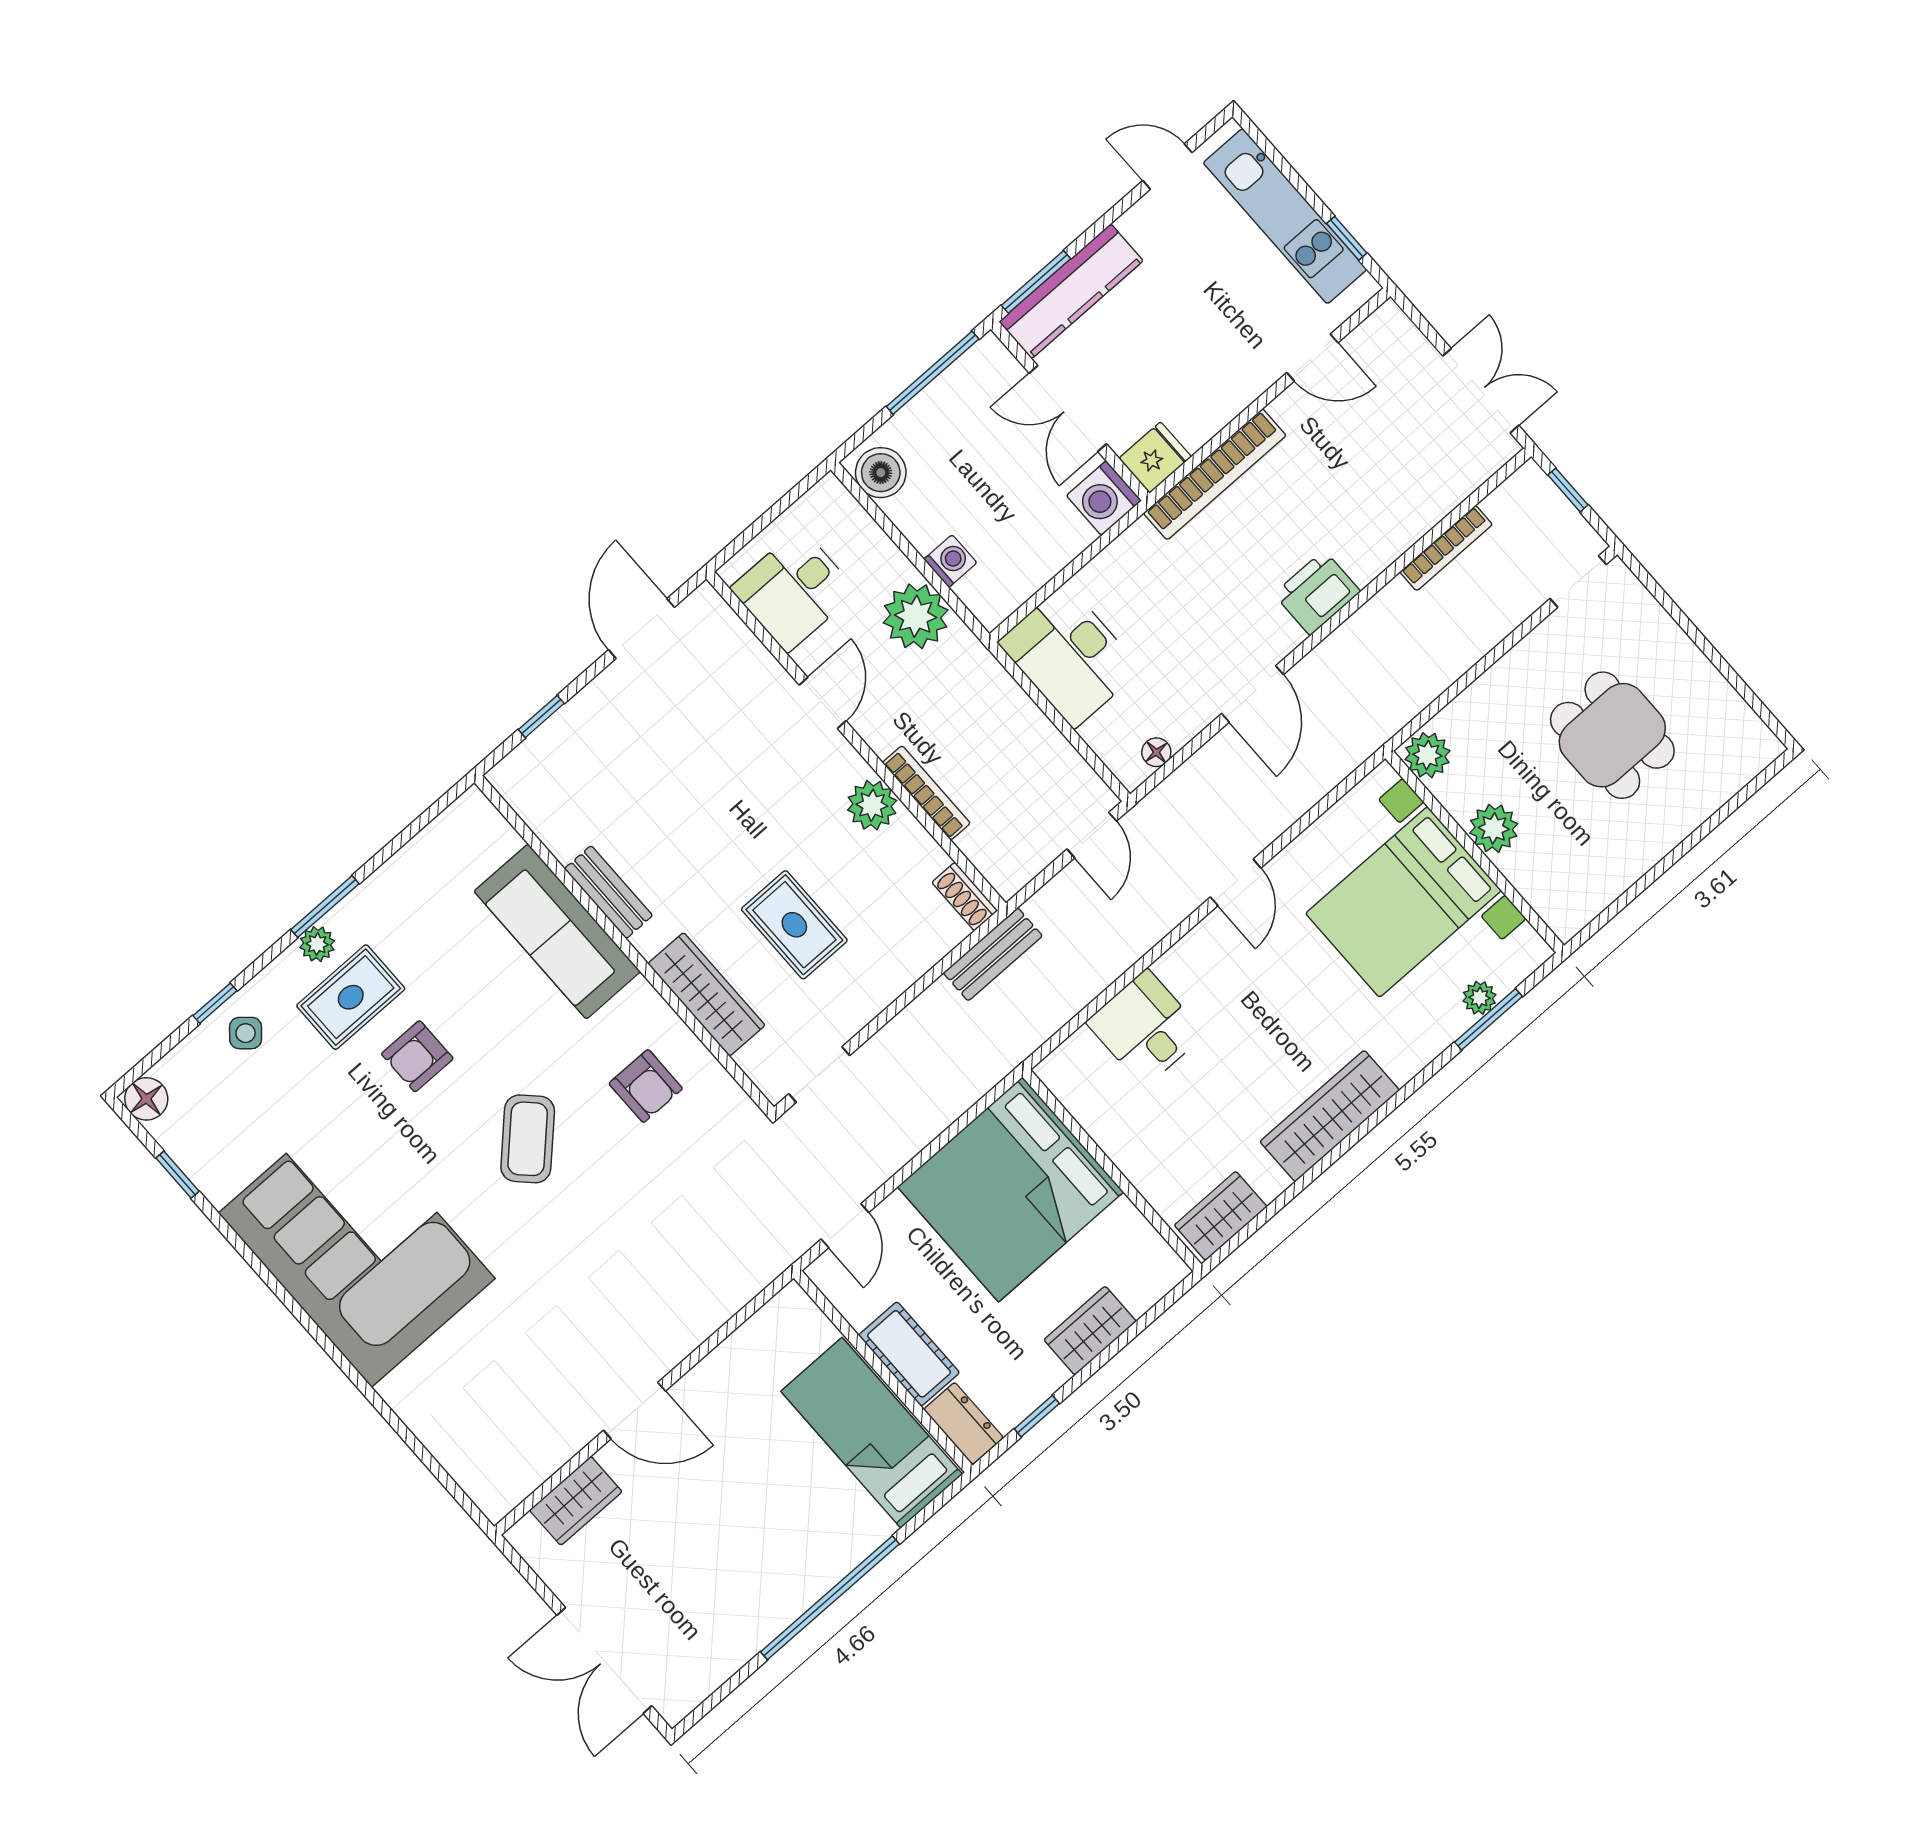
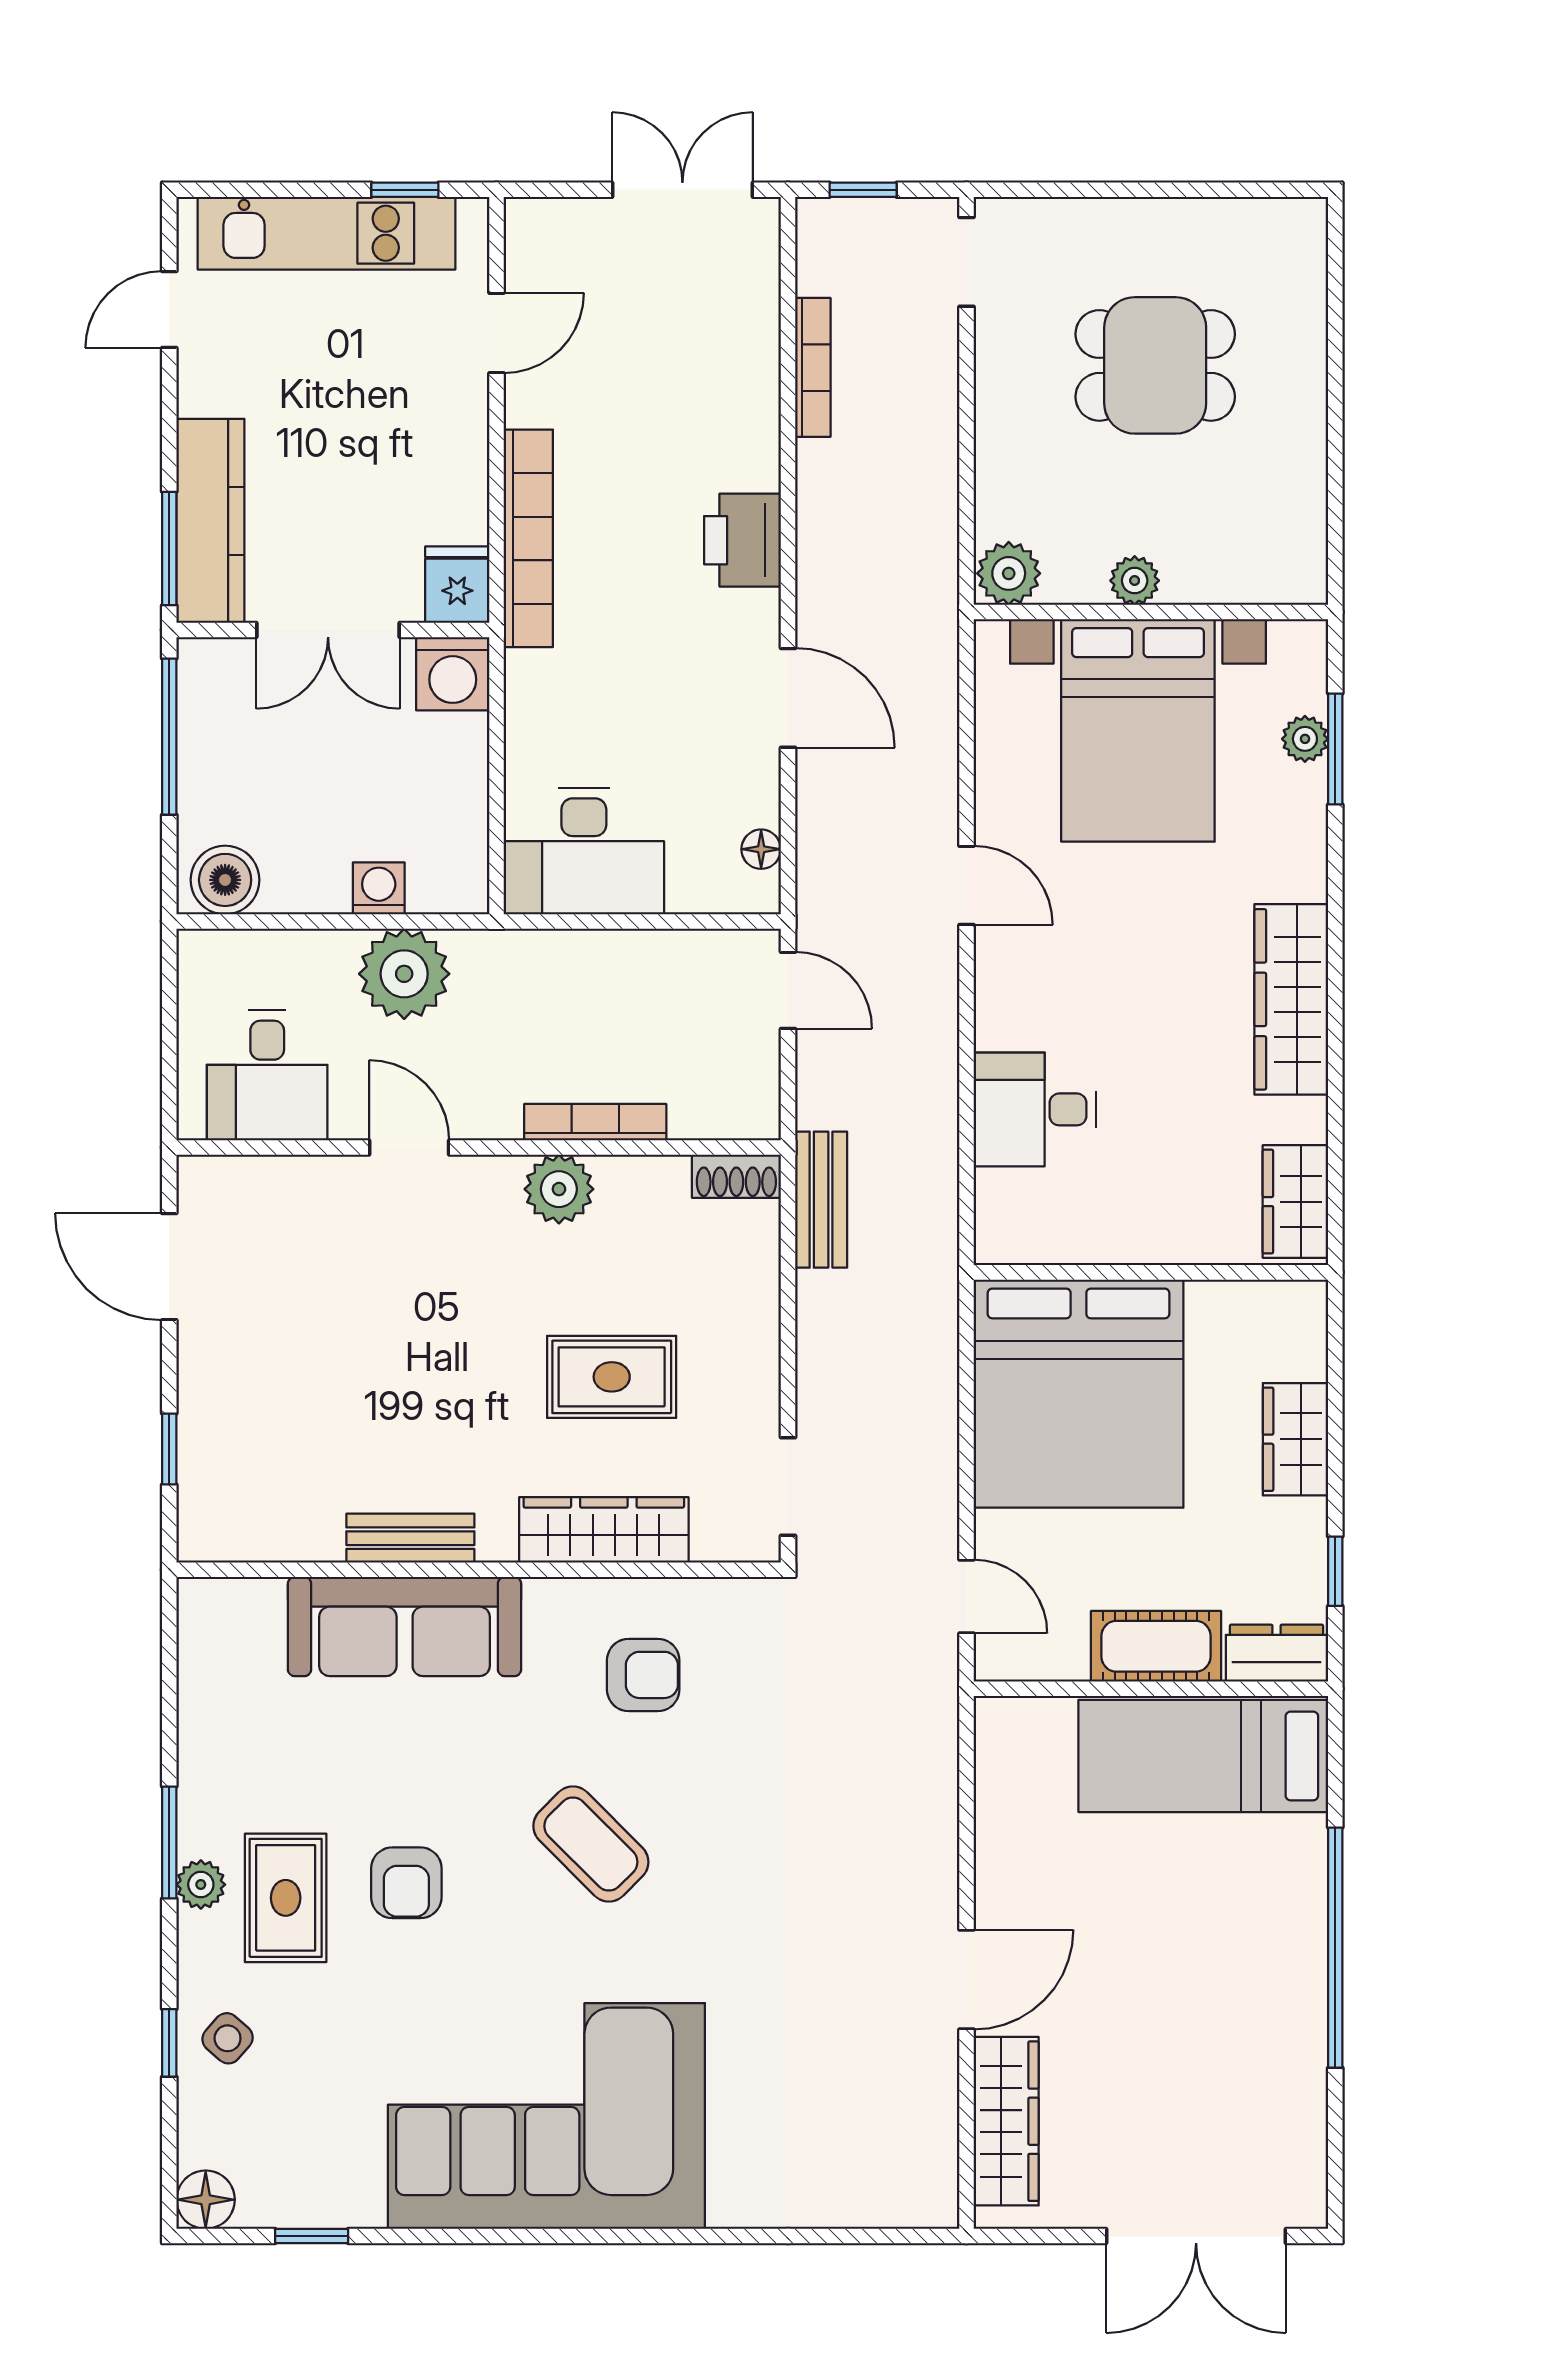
plant: (1494, 828) -> (1135, 581), width x0.73, depth x0.73
wardrobe: (576, 1501) -> (1006, 2121), width x1.50

